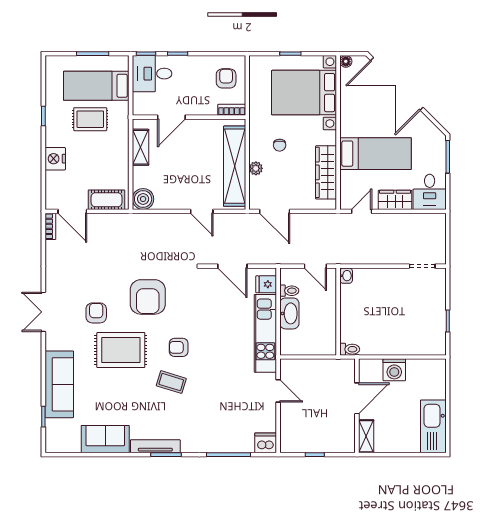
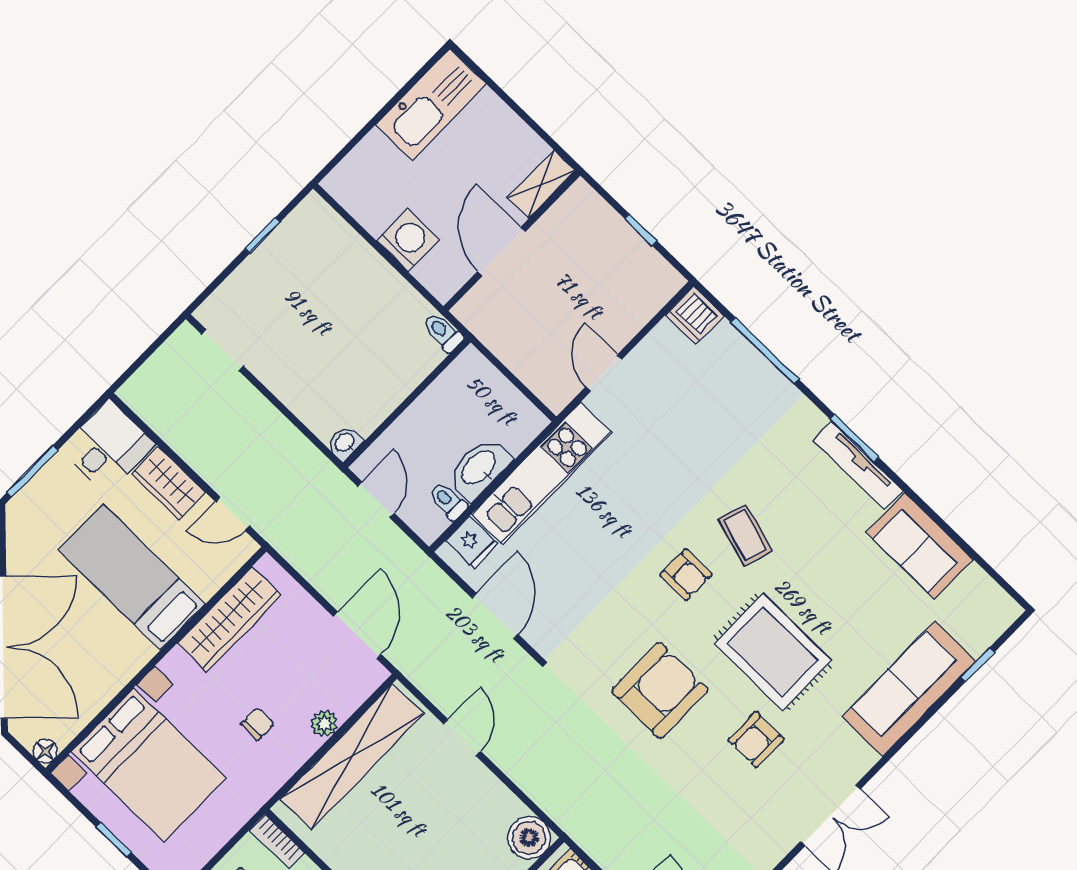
door: (357, 398) -> (501, 252), hinge flipped

